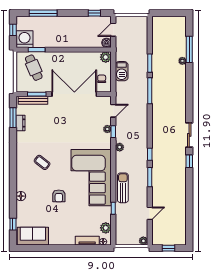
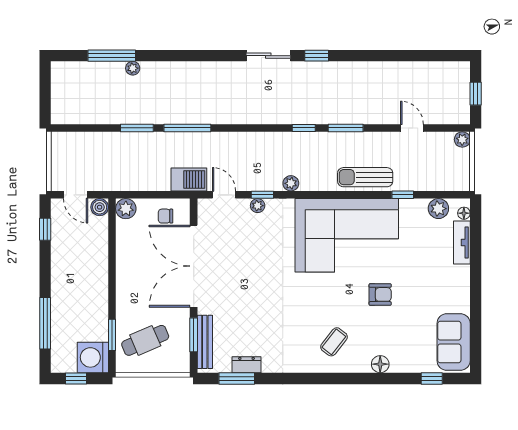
barbecue: (122, 71) -> (189, 179), moved
coffee table: (42, 162) -> (334, 342), moved

